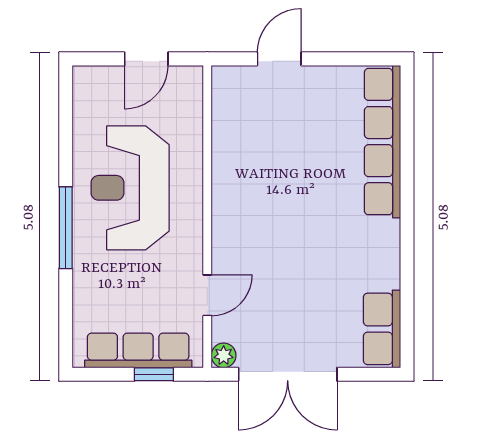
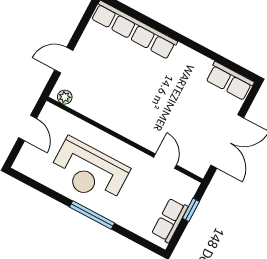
door: (279, 59) -> (64, 60), hinge flipped
row of seats: (138, 350) -> (170, 220), width x0.68
plant: (224, 355) -> (65, 97), moved

